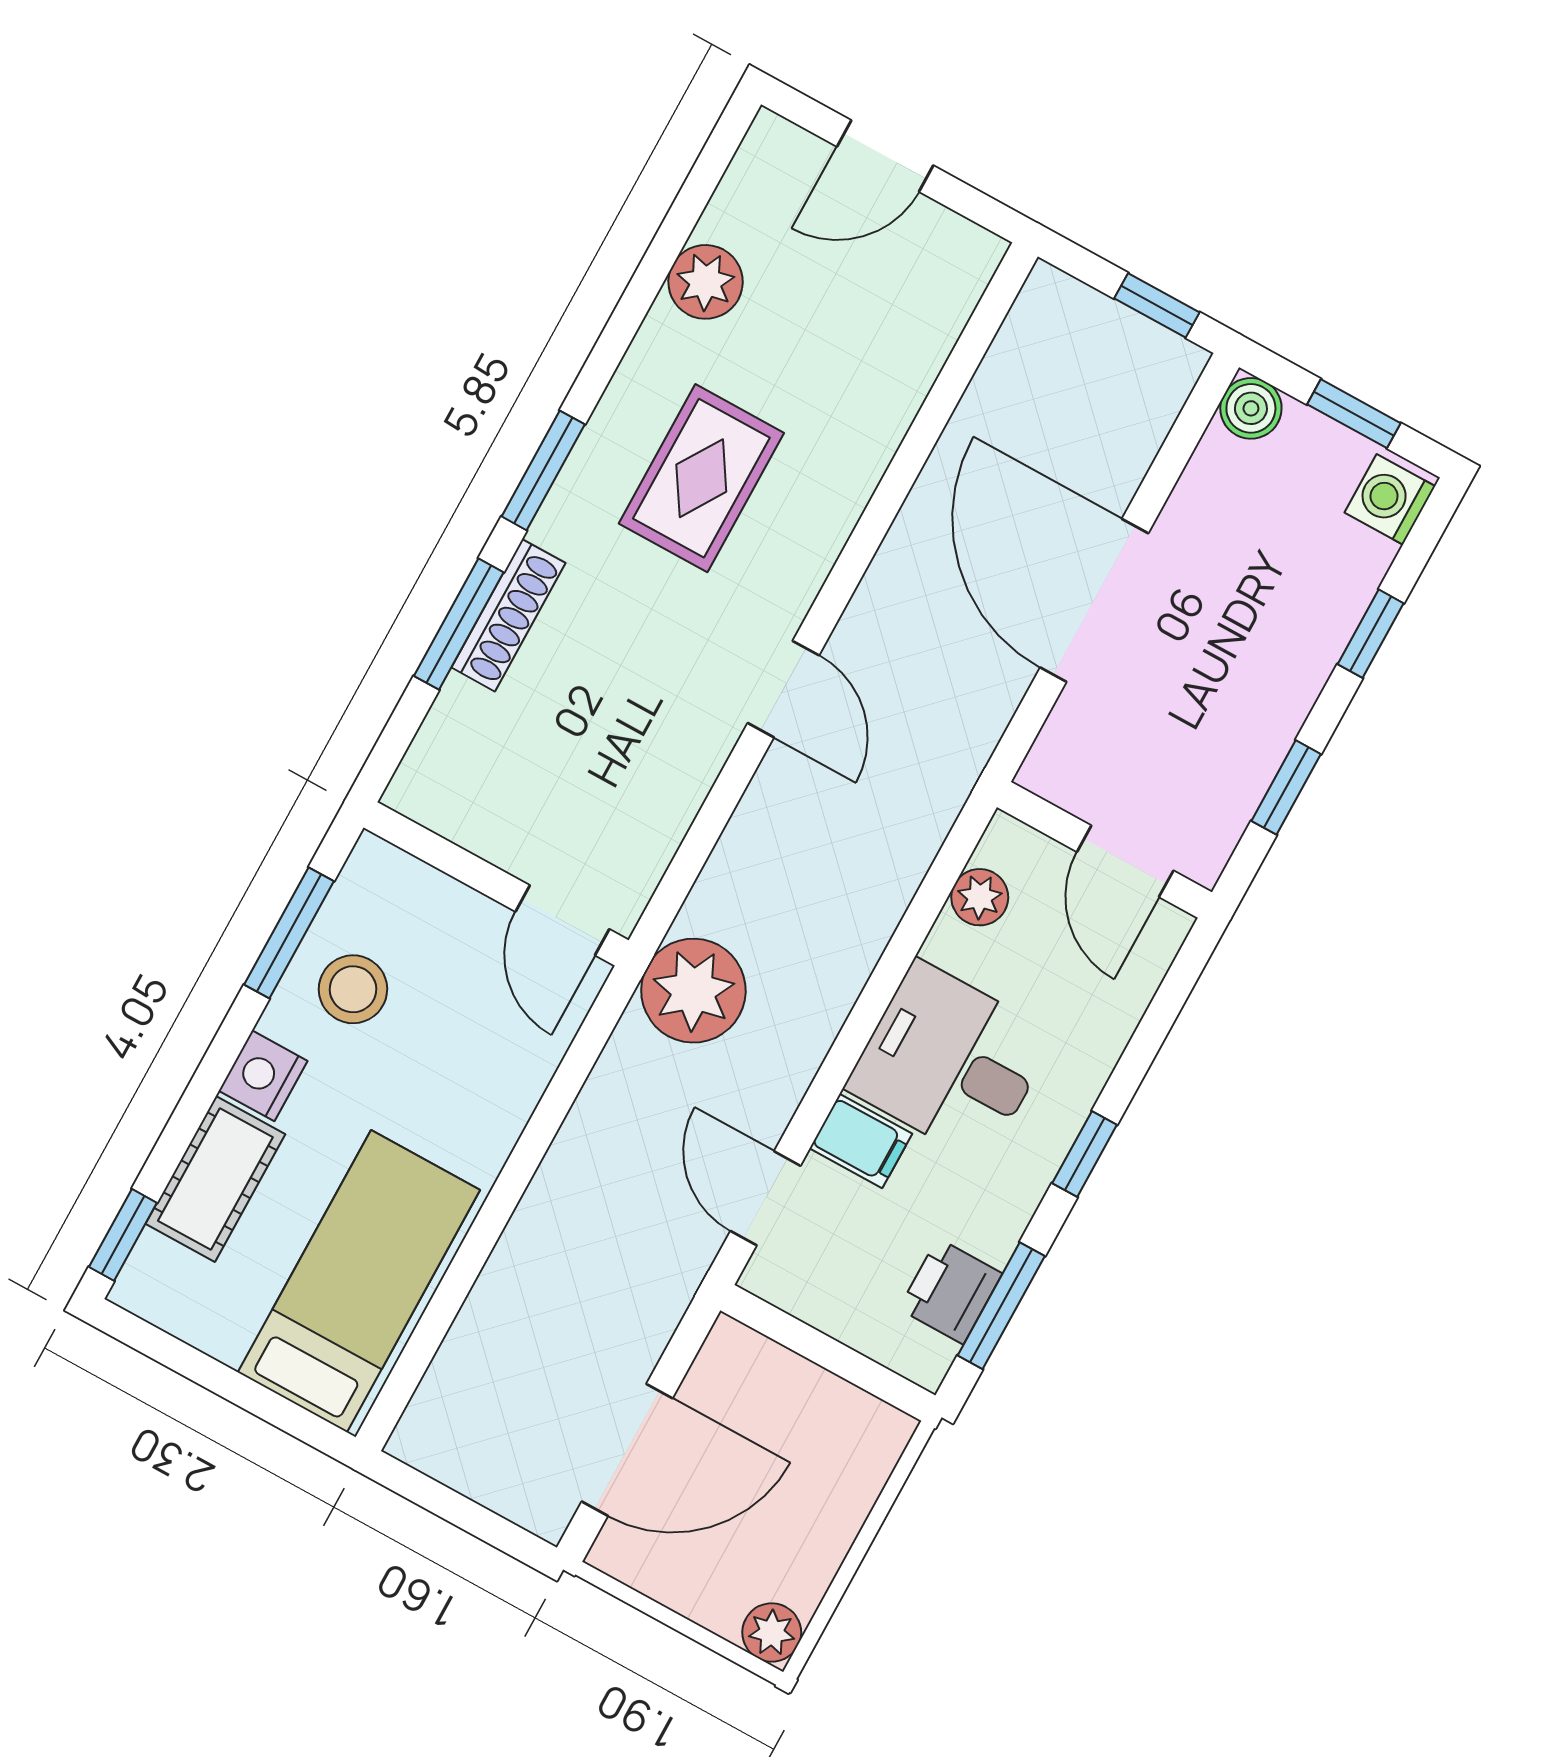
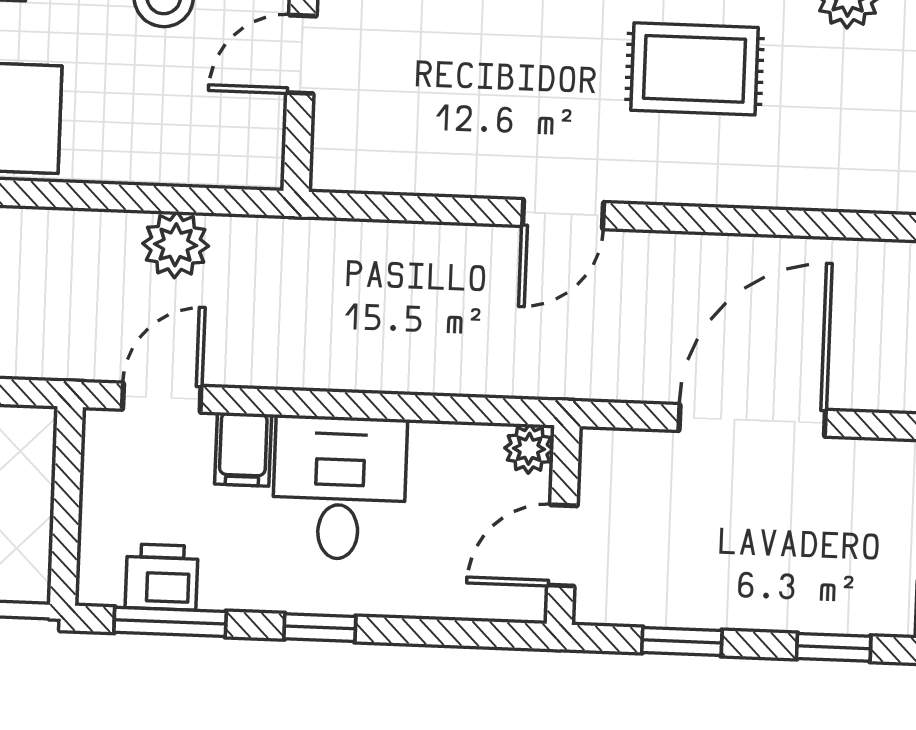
plant: (980, 897) -> (529, 449), moved
door: (562, 920) -> (301, 54), moved
plant: (693, 991) -> (176, 245), moved, width x0.73, depth x0.73

